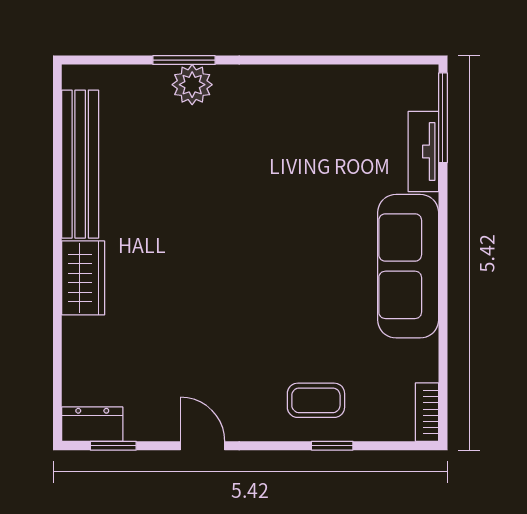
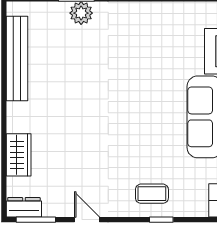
wardrobe: (83, 278) -> (19, 155), moved
window: (113, 446) -> (36, 220), width x1.50

